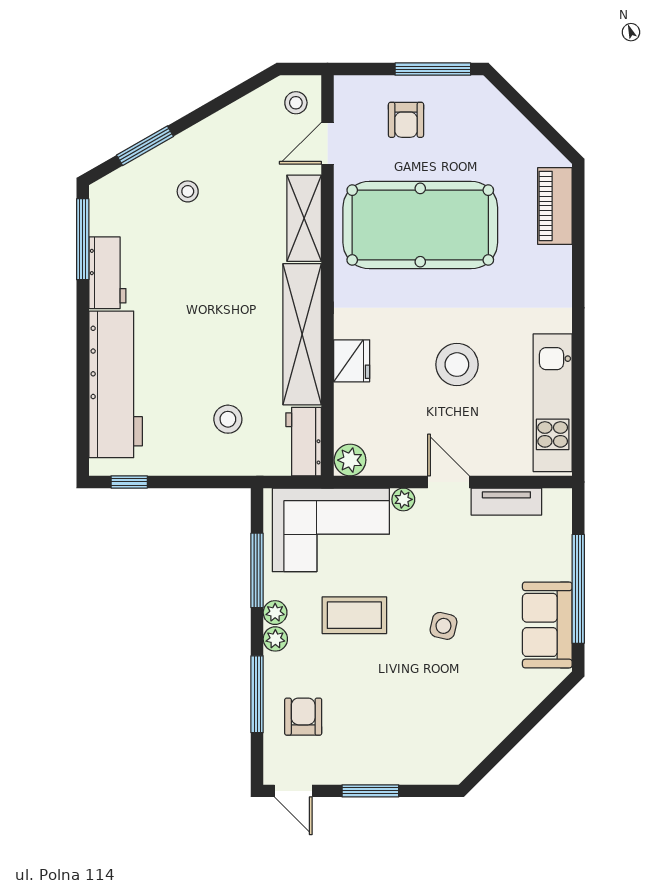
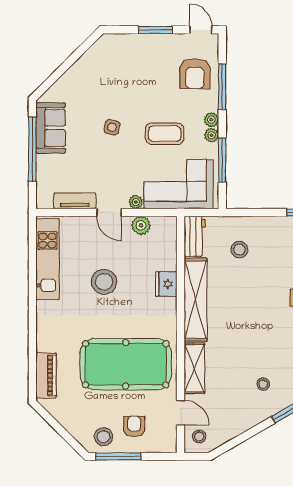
stool: (458, 102) -> (103, 437), added
door: (327, 143) -> (181, 413), hinge flipped
plant: (350, 460) -> (141, 225), moved
armchair: (303, 717) -> (195, 74), width x1.38, depth x1.38

